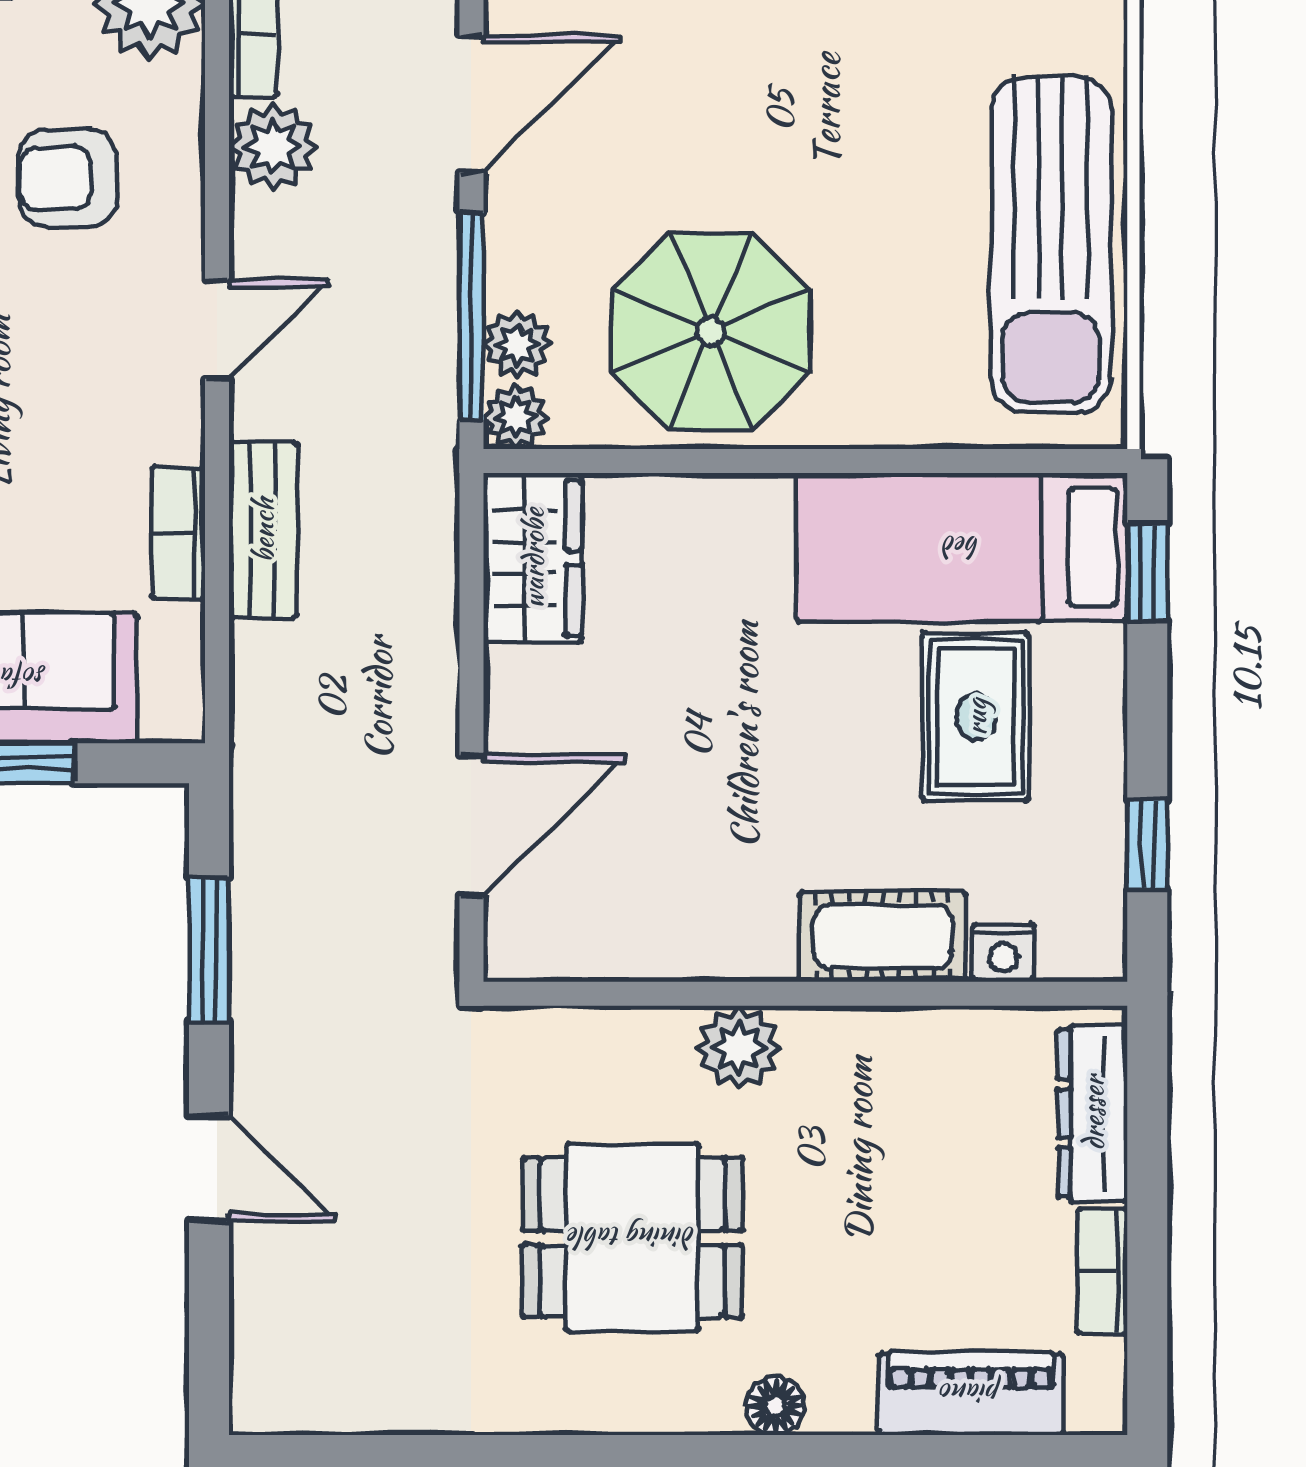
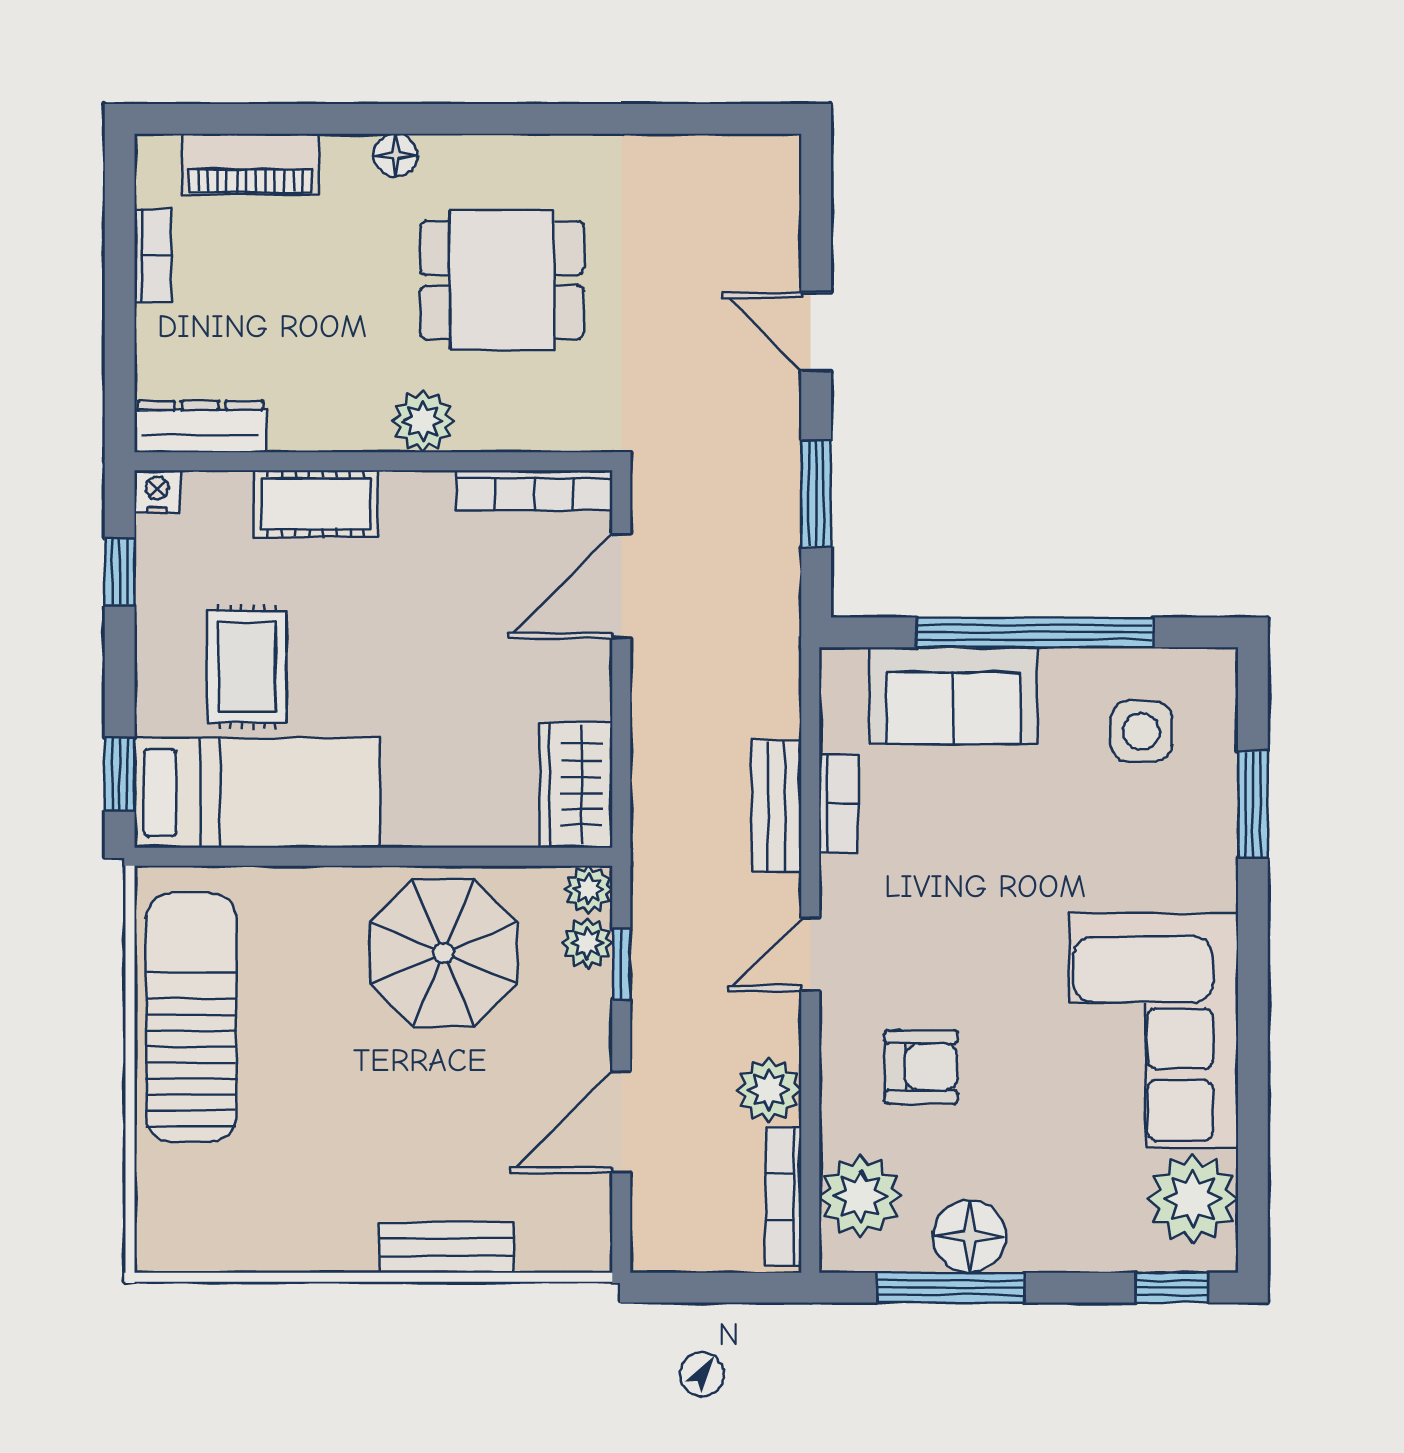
window: (471, 316) -> (621, 964), width x0.46
nightstand: (1003, 953) -> (157, 492), moved
bookcase: (589, 955) -> (534, 490), added
dresser: (1093, 1113) -> (200, 427), moved, turned -90

